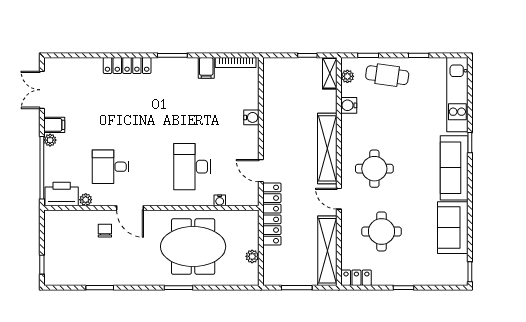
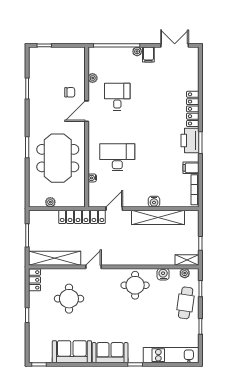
shelving: (327, 148) -> (158, 217), moved
sofa: (454, 168) -> (110, 353), width x0.73
round table: (374, 169) -> (135, 285), moved
printer: (62, 194) -> (190, 140), moved, turned 180

